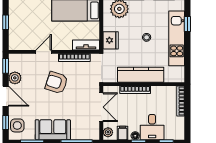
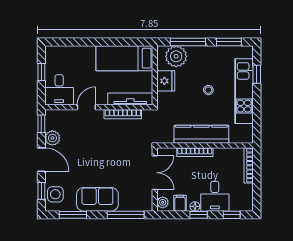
desk: (20, 37) -> (59, 90), added
fridge: (111, 40) -> (166, 81), moved
tv unit: (86, 45) -> (130, 99), width x1.41
armchair: (56, 83) -> (102, 144), removed

